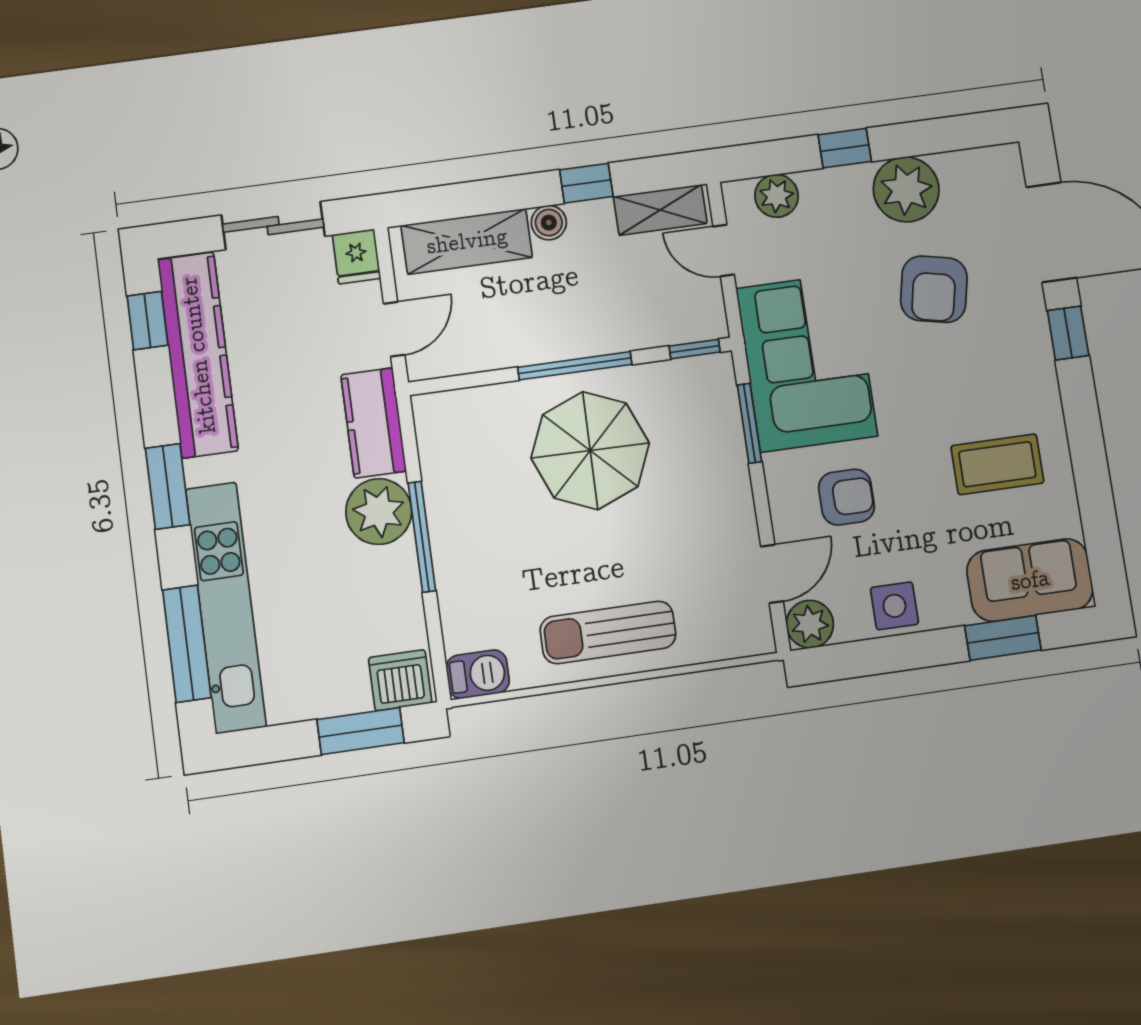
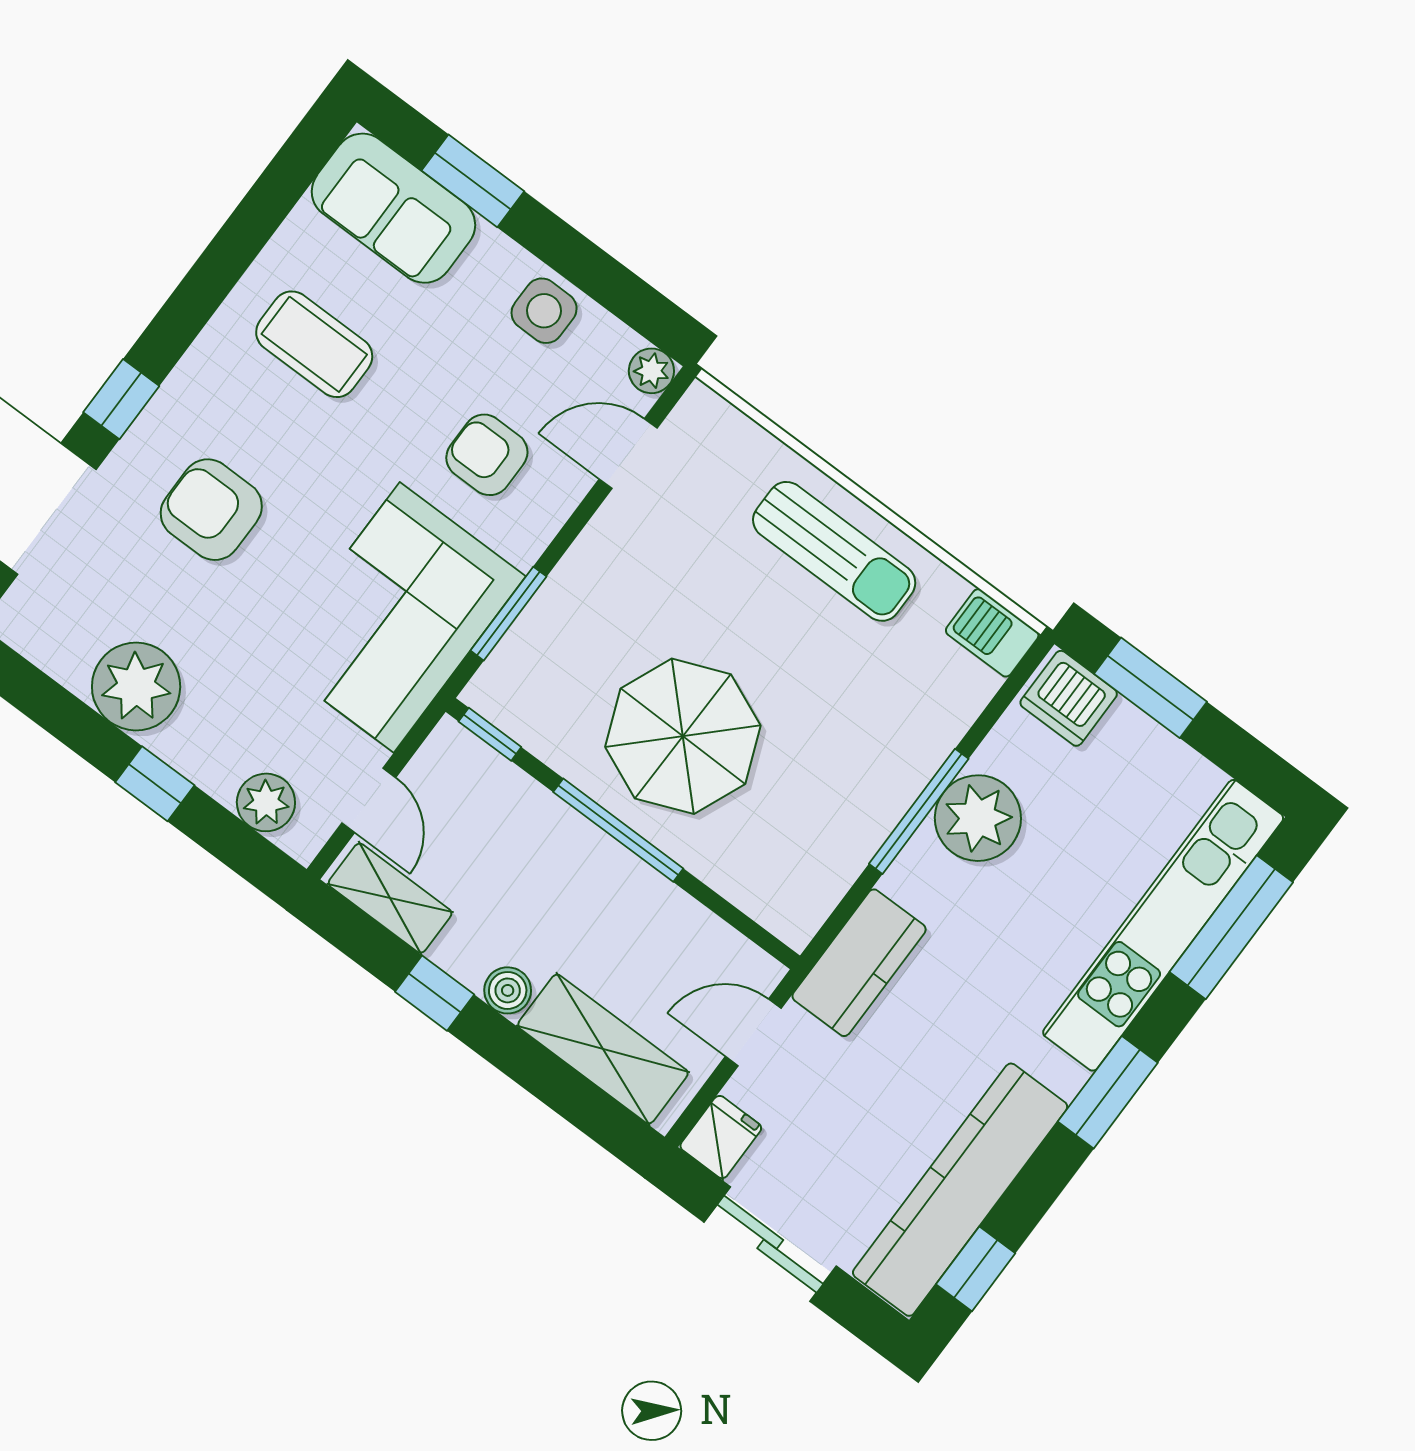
armchair: (934, 289) -> (211, 510), moved, turned -102
plant: (379, 512) -> (978, 818), moved
plant: (810, 624) -> (651, 371), width x0.73, depth x0.73

